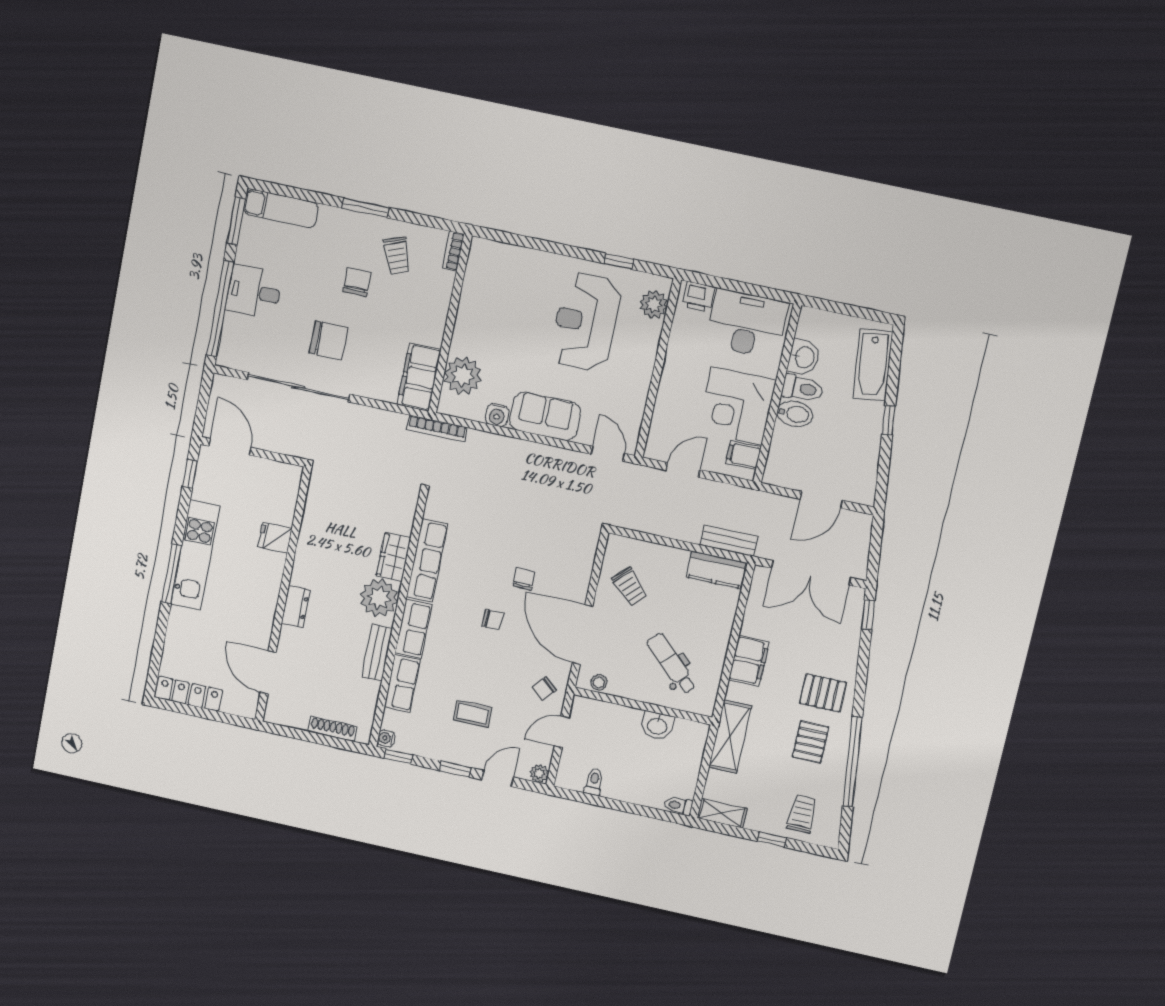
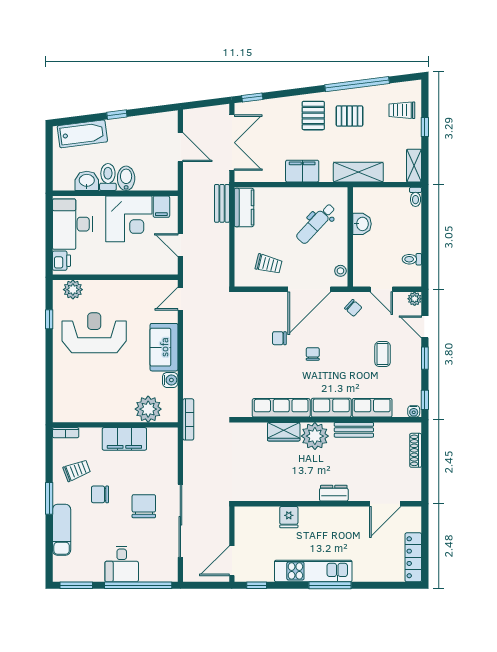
exam couch: (281, 208) -> (62, 530), moved
reception desk: (586, 322) -> (94, 333), turned 180
filing cabinet: (419, 377) -> (124, 439), moved
trolley: (630, 587) -> (269, 264), turned 59

